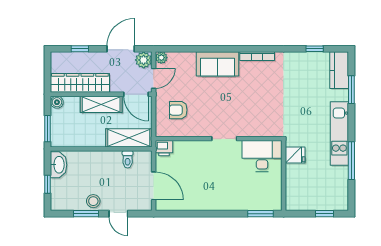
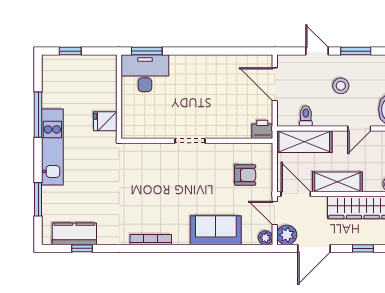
sofa: (218, 64) -> (216, 230), moved
kitchen counter: (339, 70) -> (74, 234), moved, turned -90
door: (154, 78) -> (275, 213), hinge flipped
door: (83, 149) -> (359, 128), added
desk: (262, 156) -> (145, 73), moved, turned 180
stool: (93, 201) -> (341, 86), moved

